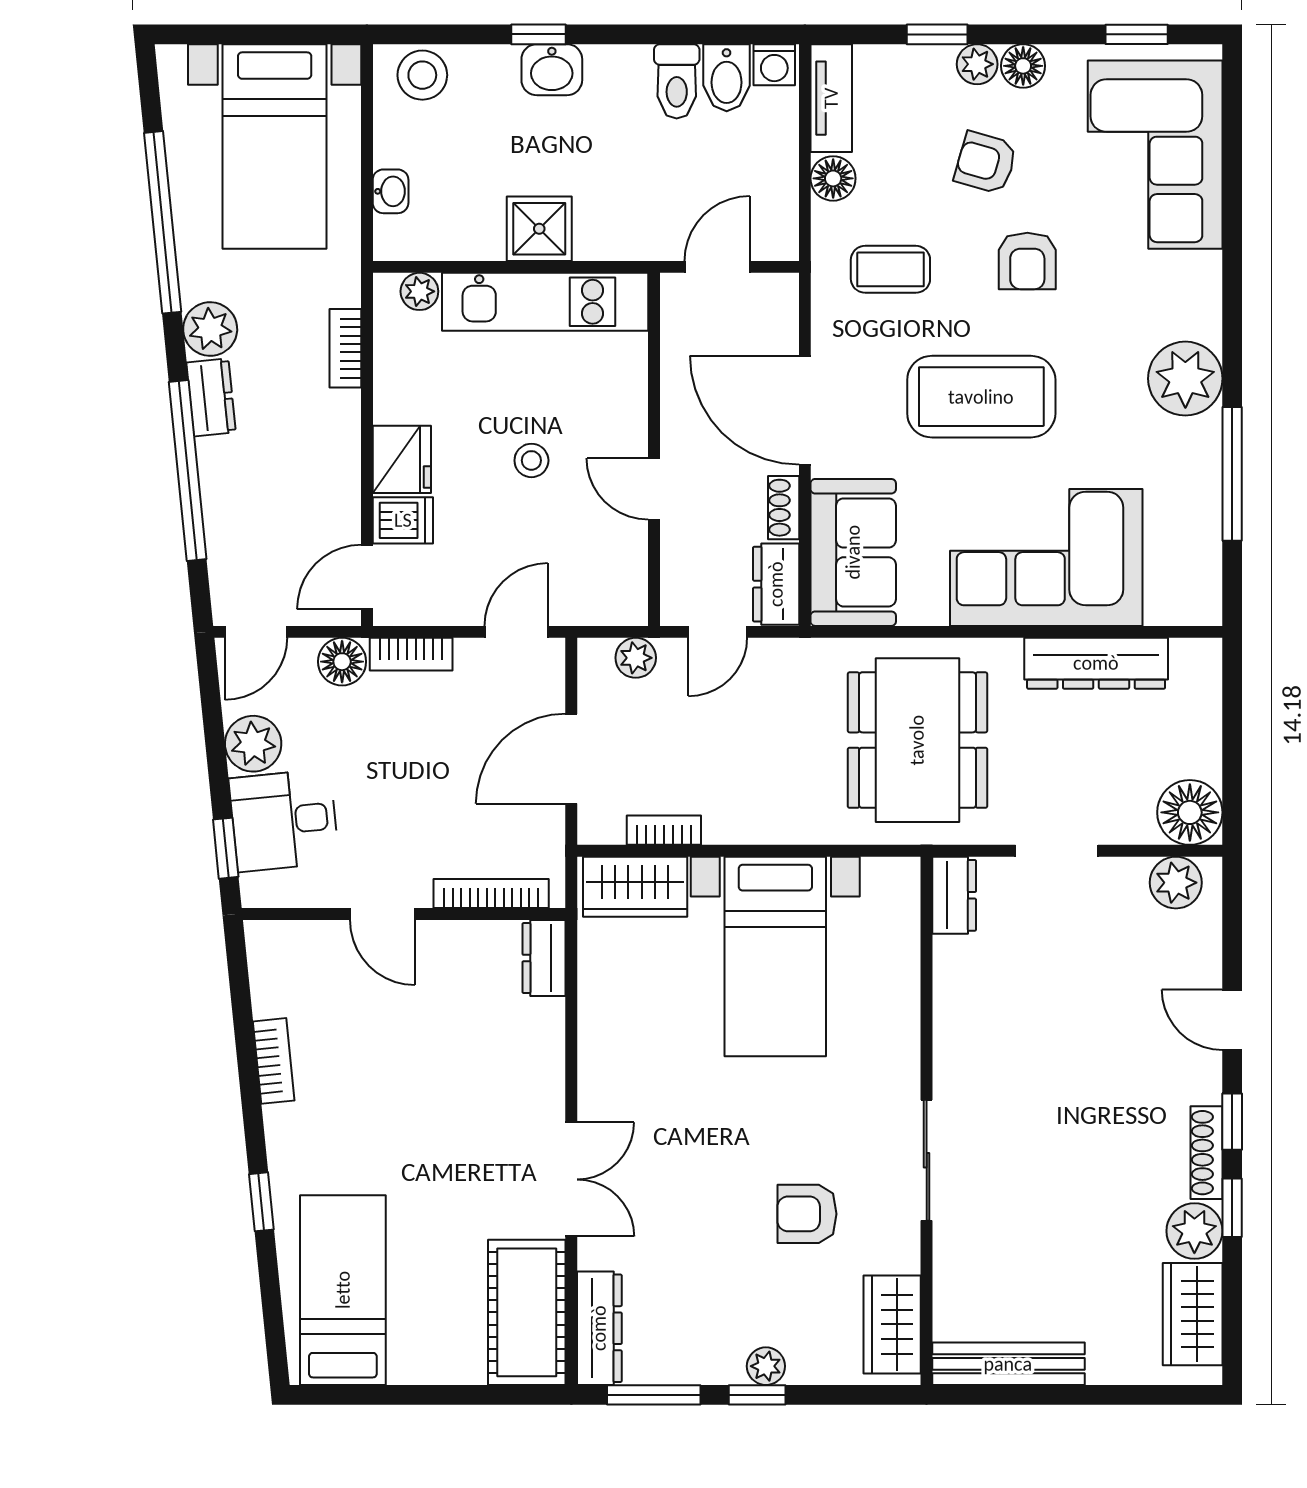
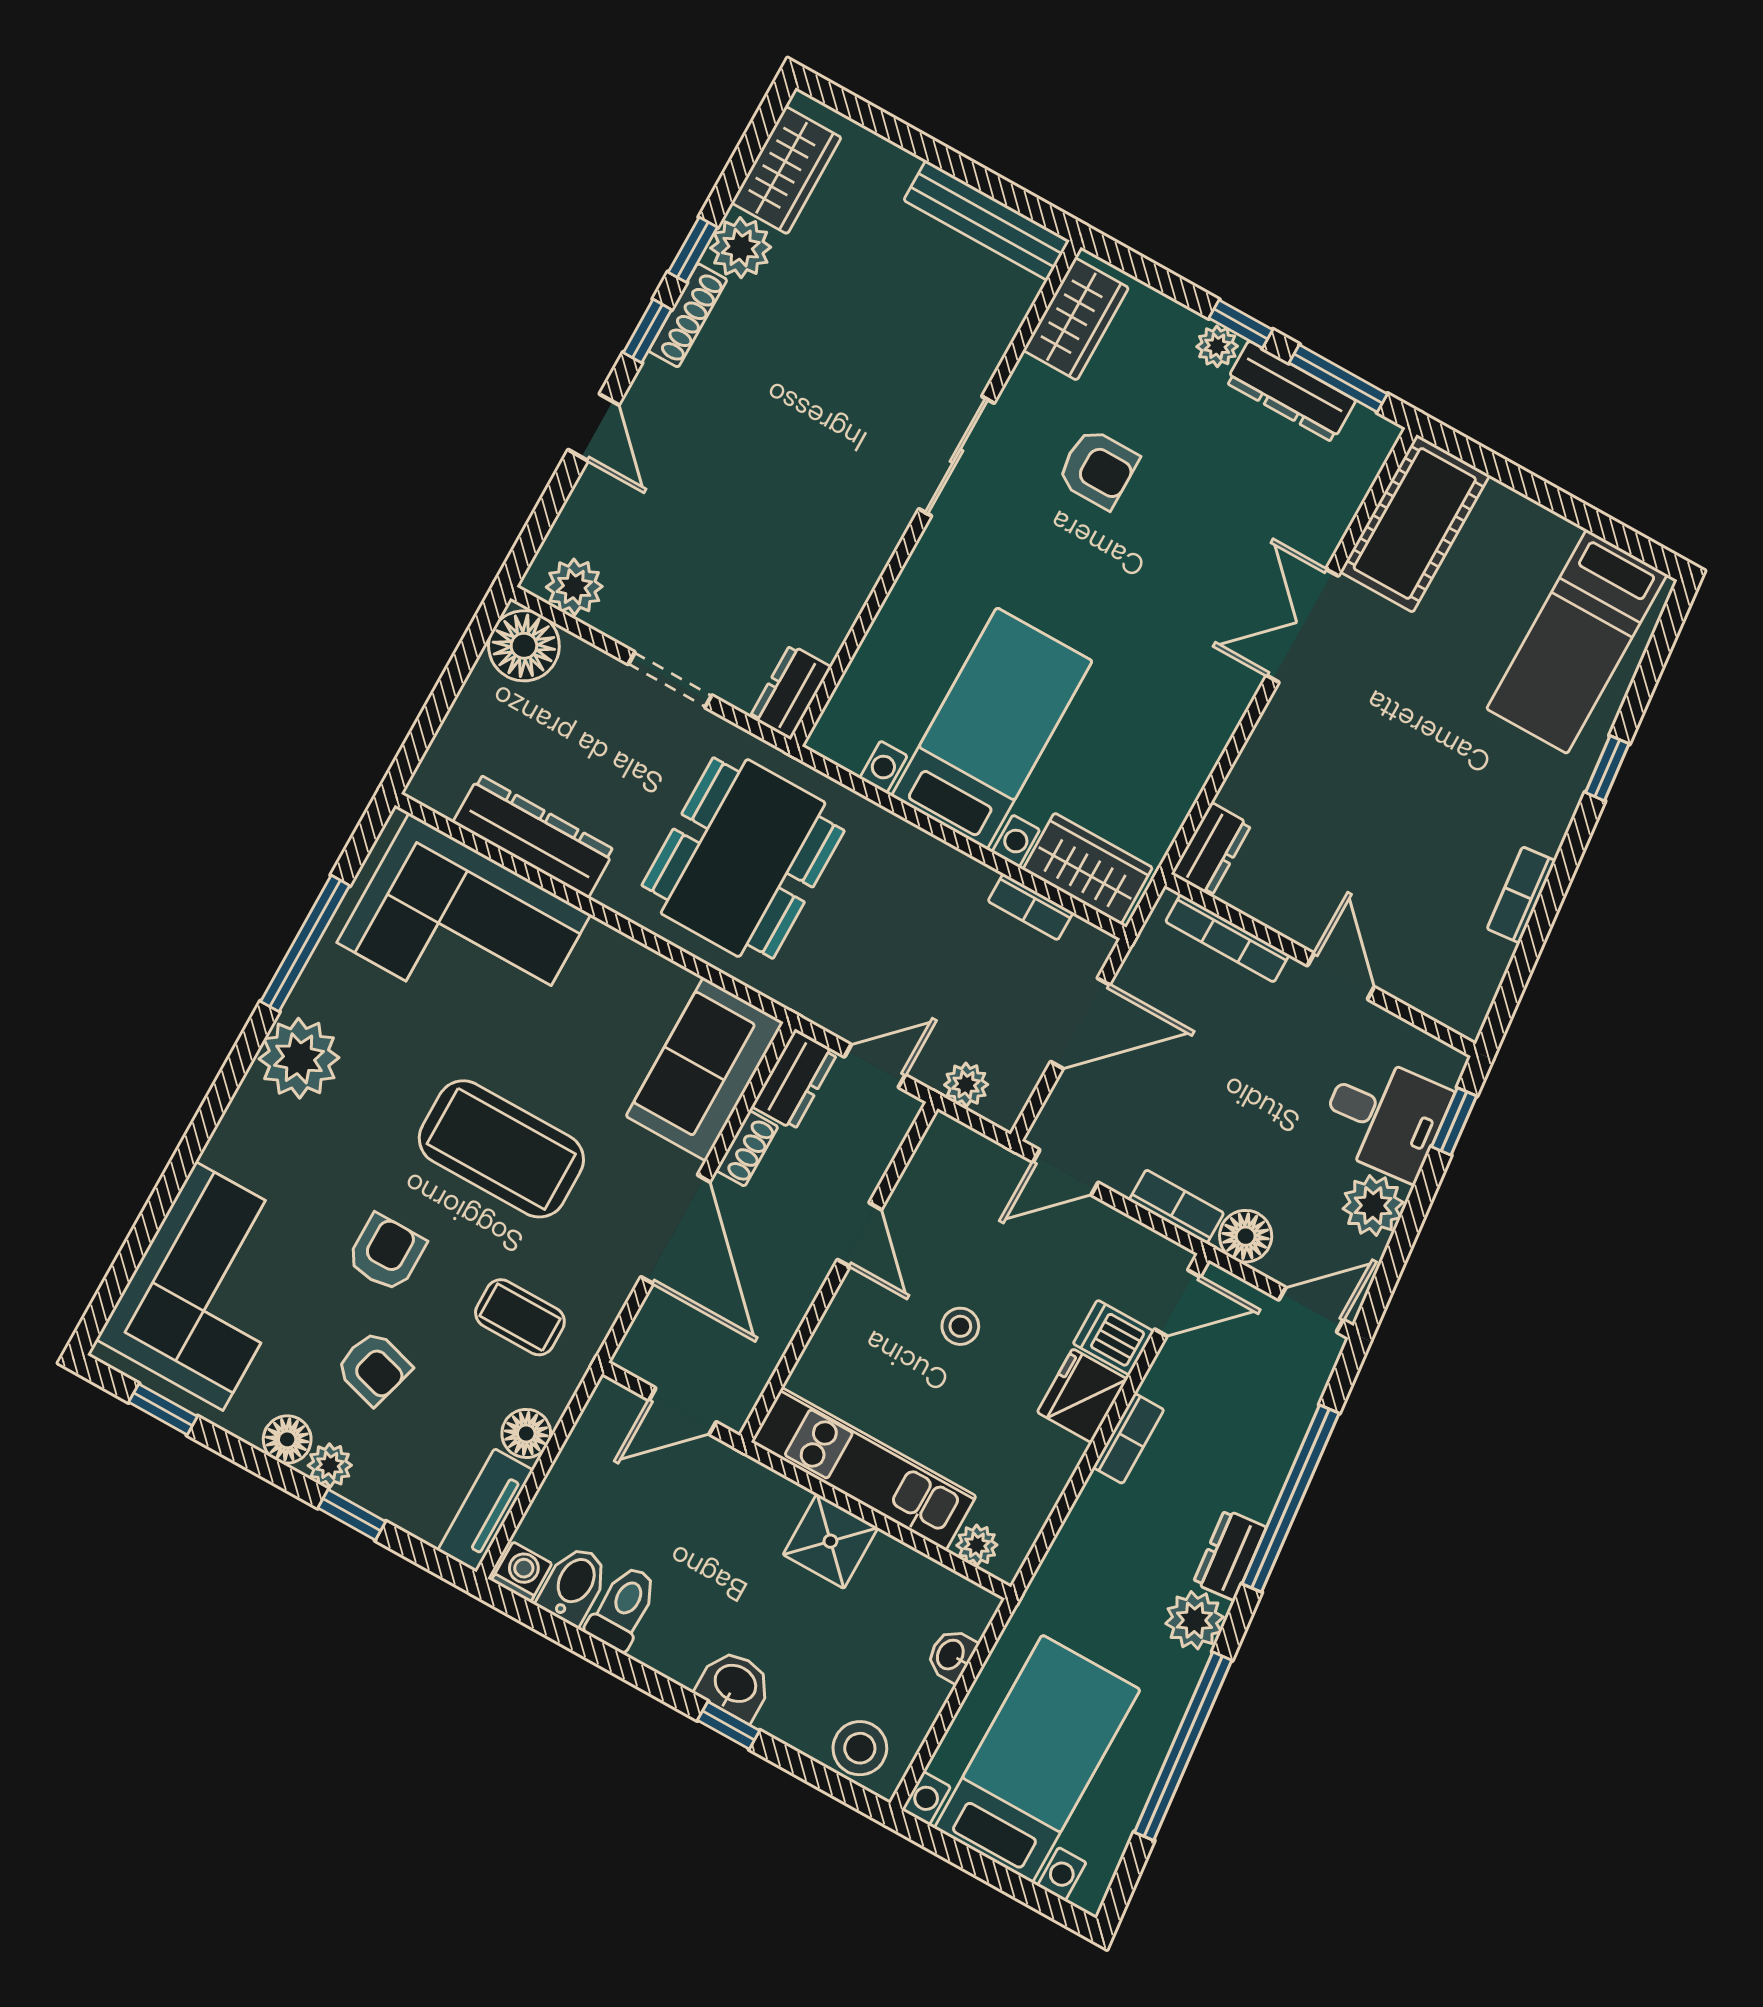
bookcase: (345, 348) -> (1128, 1439), moved
corner sofa: (1046, 557) -> (464, 928), moved
dresser: (599, 1328) -> (1291, 392), moved, turned -90

